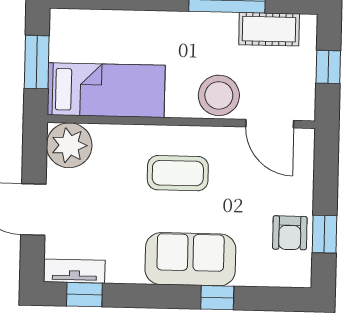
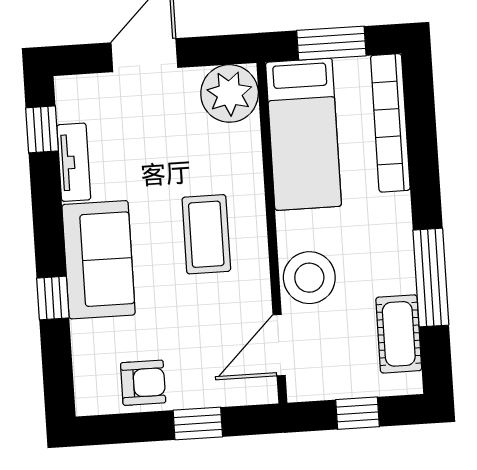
bookcase: (103, 21) -> (390, 123), added
armchair: (290, 233) -> (143, 383), turned 180
window: (324, 234) -> (198, 423), moved
tv unit: (74, 271) -> (74, 162), moved

